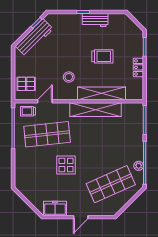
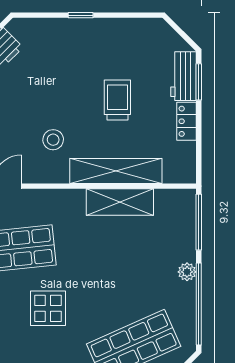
workbench: (95, 20) -> (183, 76), moved, turned 90
trolley: (102, 56) -> (117, 100), turned -90
shelving: (95, 110) -> (120, 202), width x0.68
plant: (139, 166) -> (187, 272), moved

